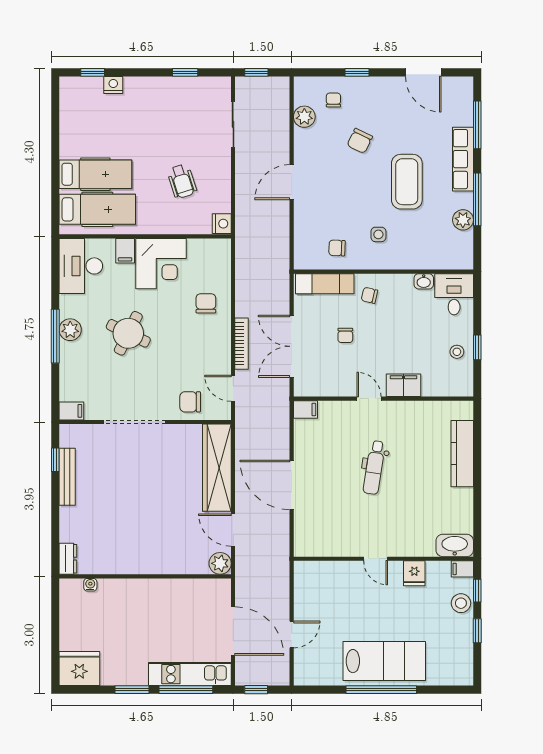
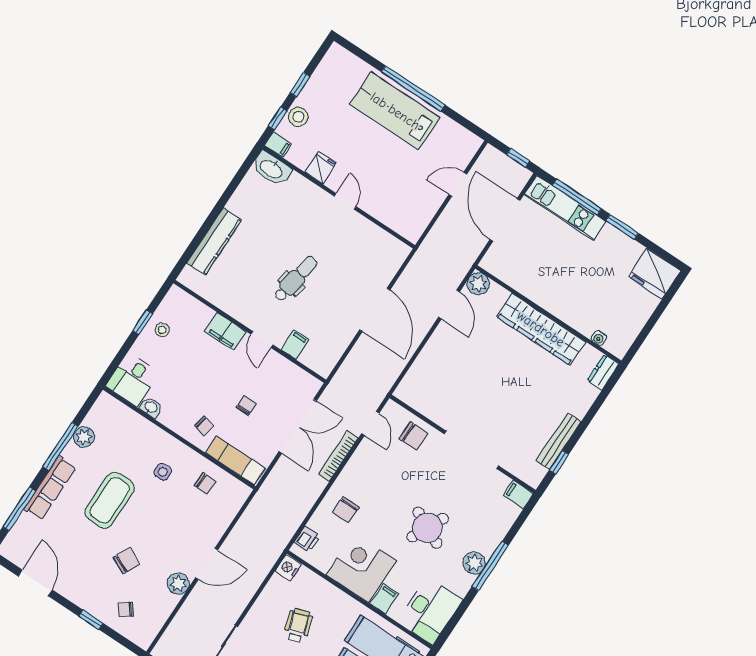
chair: (333, 100) -> (126, 610), turned 53
plant: (304, 117) -> (178, 584), moved
printer: (222, 258) -> (307, 539), added
filing cabinet: (305, 409) -> (295, 344), moved, turned 90
wardrobe: (217, 468) -> (541, 329), moved, turned 90

